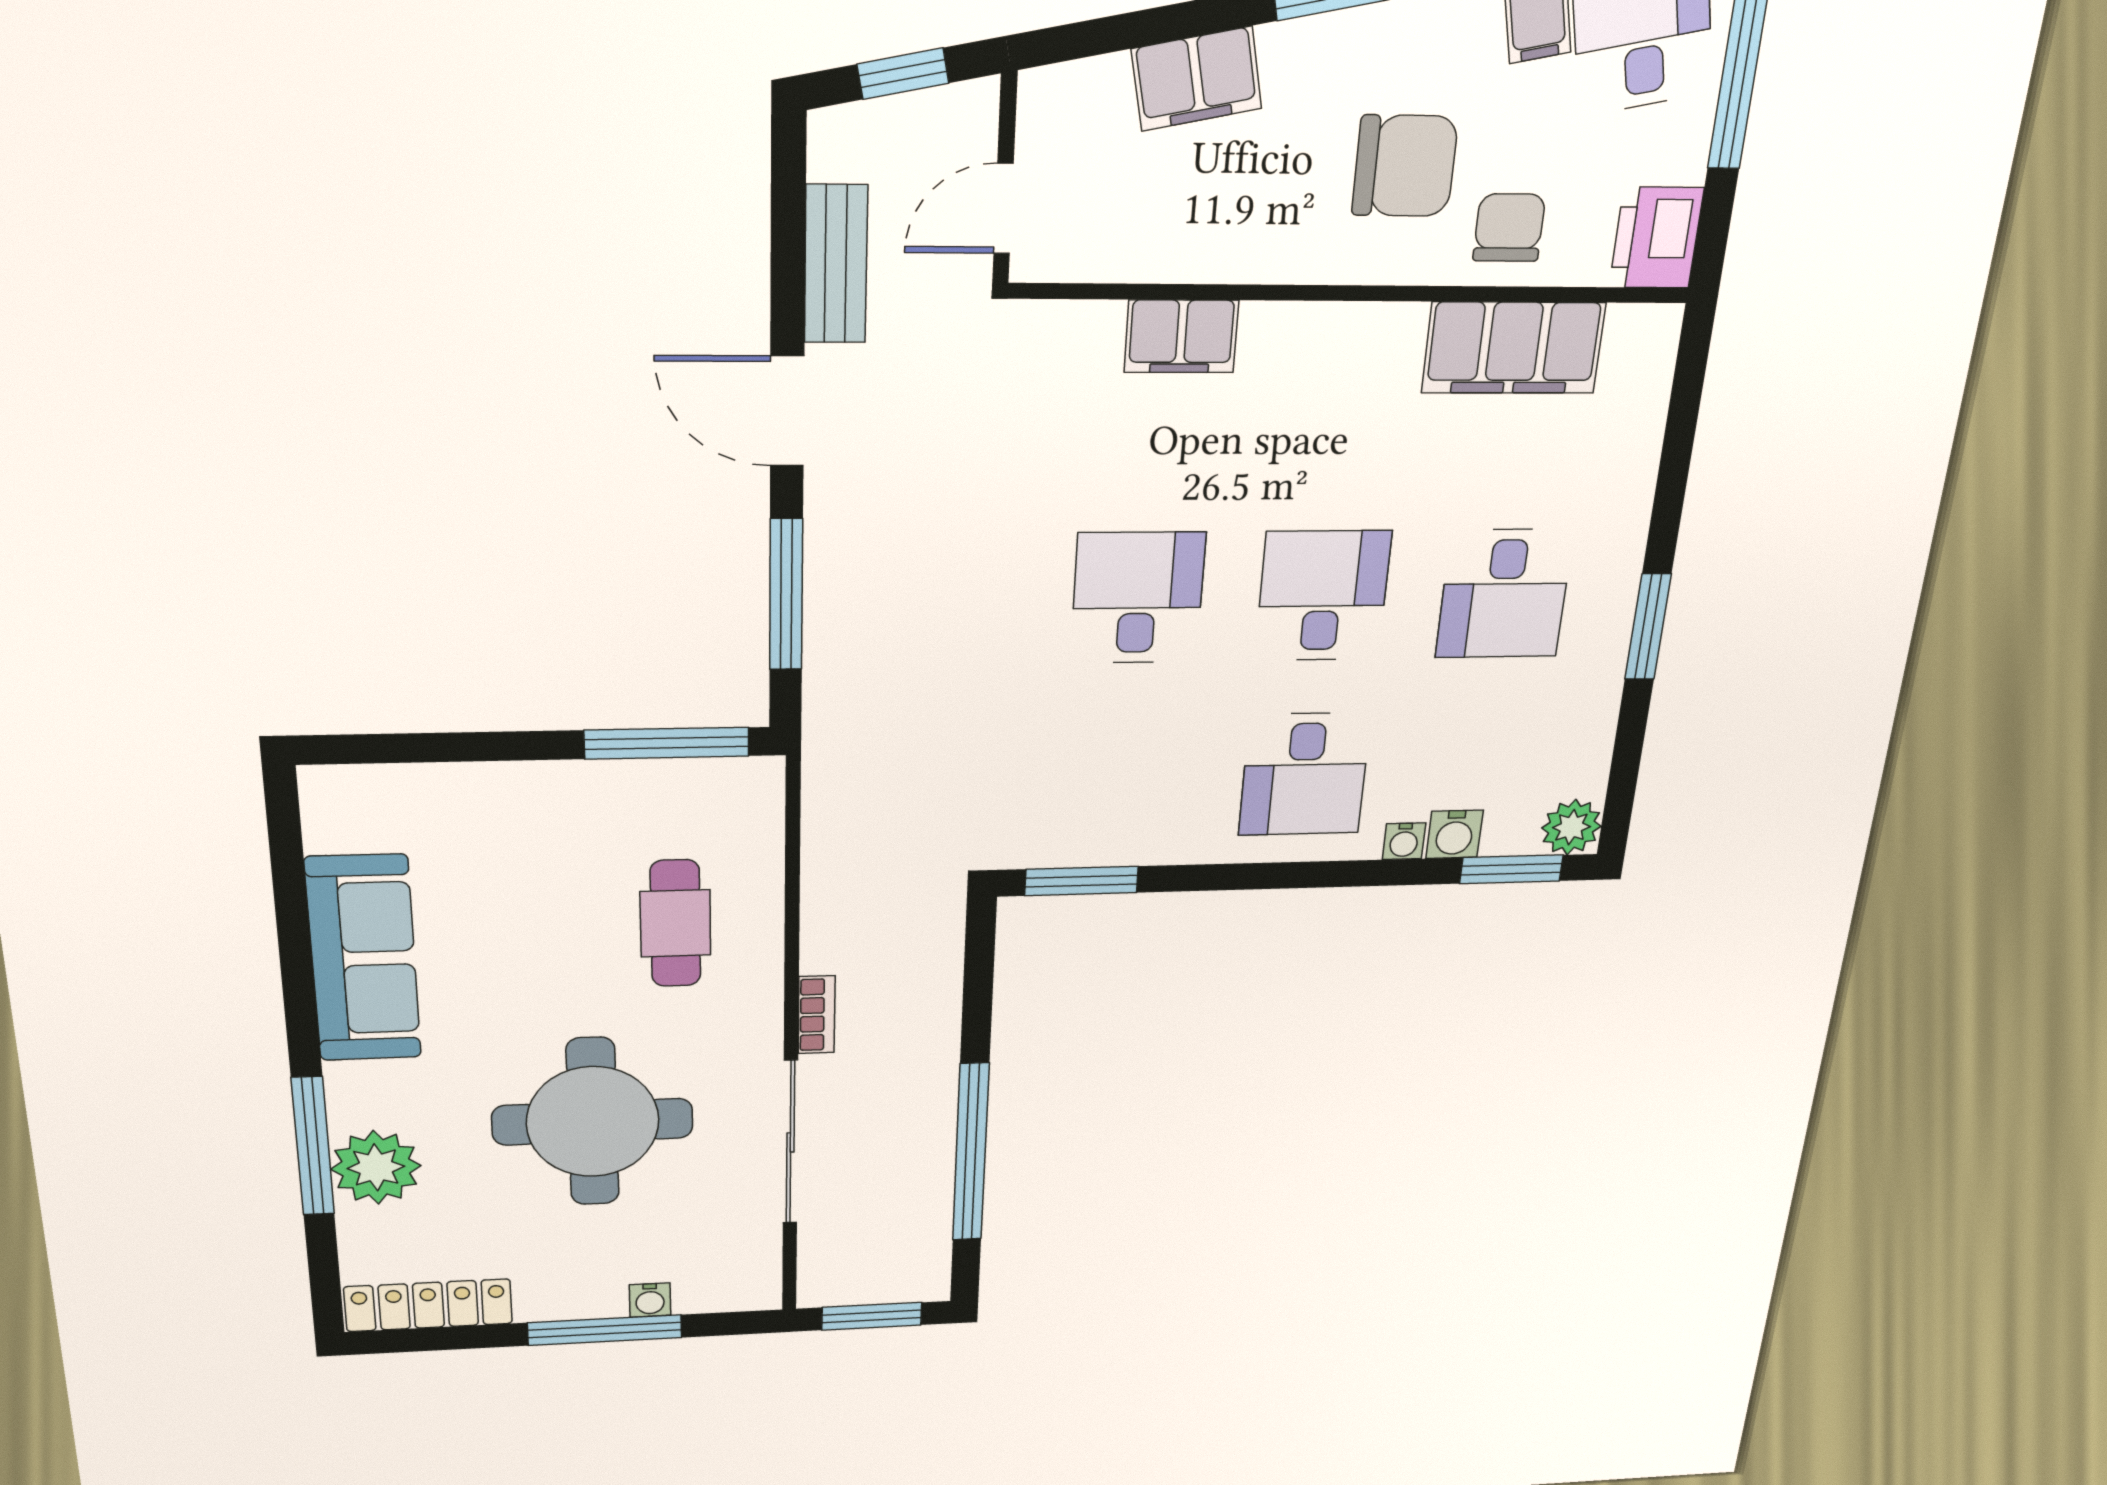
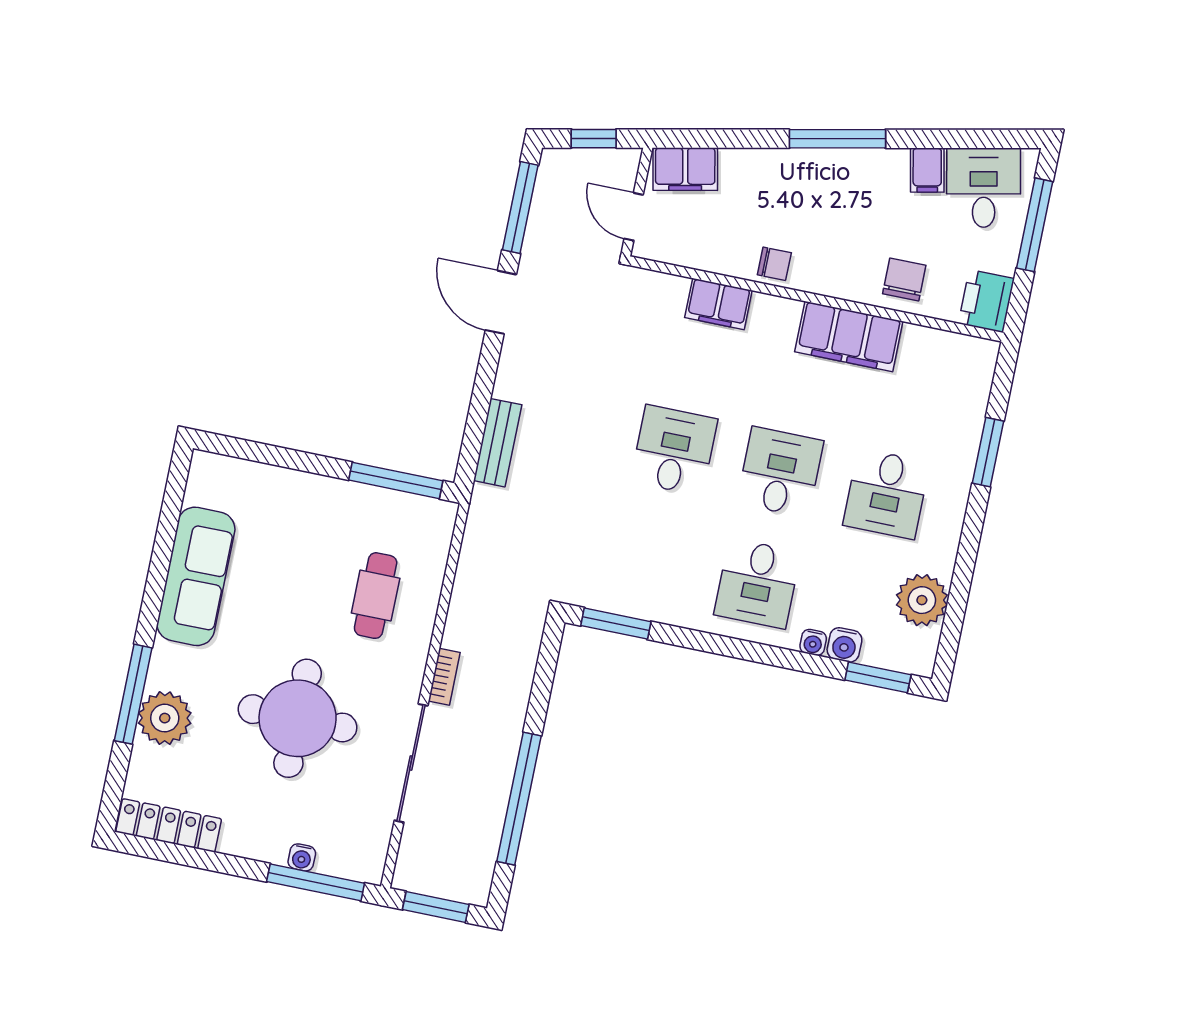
filing cabinet: (1197, 79) -> (685, 169), moved
chair: (1405, 166) -> (774, 264), moved, width x0.54, depth x0.54
door: (1004, 209) -> (634, 217), hinge flipped
bench: (836, 264) -> (498, 443), moved
filing cabinet: (1513, 348) -> (849, 336), moved
window: (786, 595) -> (520, 207), moved
window: (1648, 627) -> (988, 452), moved
plant: (1571, 827) -> (922, 600), moved, width x1.36, depth x1.36
window: (605, 1330) -> (316, 882), moved

